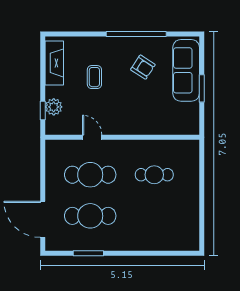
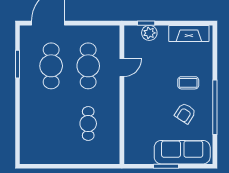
coffee table: (94, 77) -> (188, 83), moved

